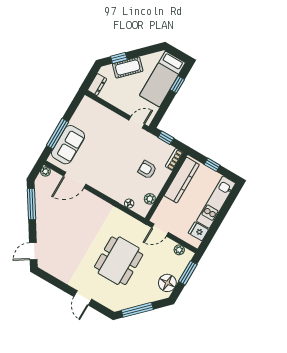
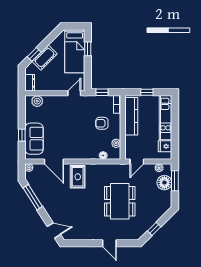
plant: (94, 108) -> (37, 101), added
window: (58, 134) -> (22, 135), width x0.46
door: (75, 180) -> (54, 161), hinge flipped
rug: (90, 210) -> (78, 177), added
door: (33, 251) -> (54, 230), swing flipped
floor lamp: (167, 283) -> (164, 183), moved
window: (137, 310) -> (154, 229), width x0.46

